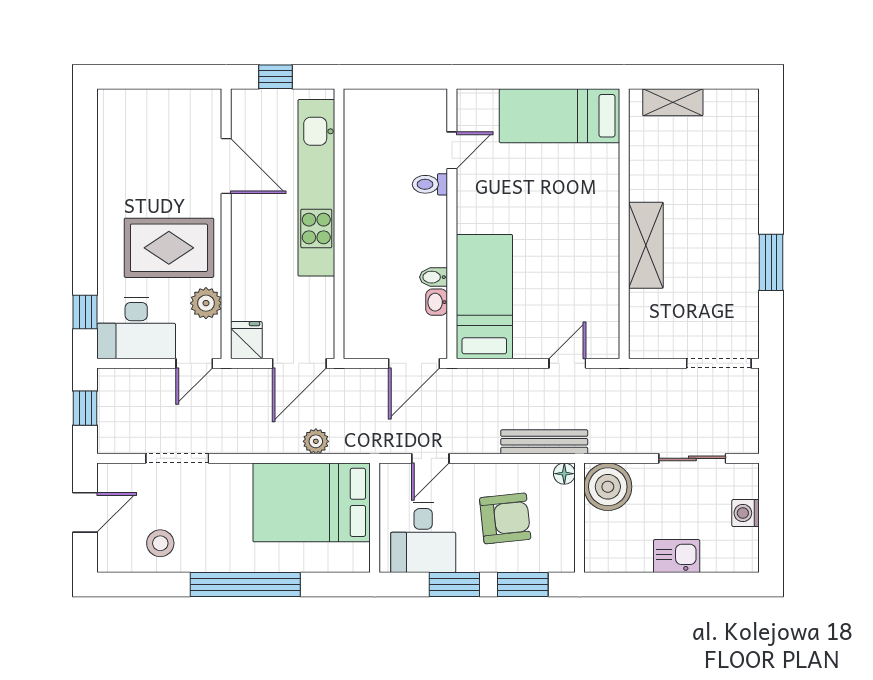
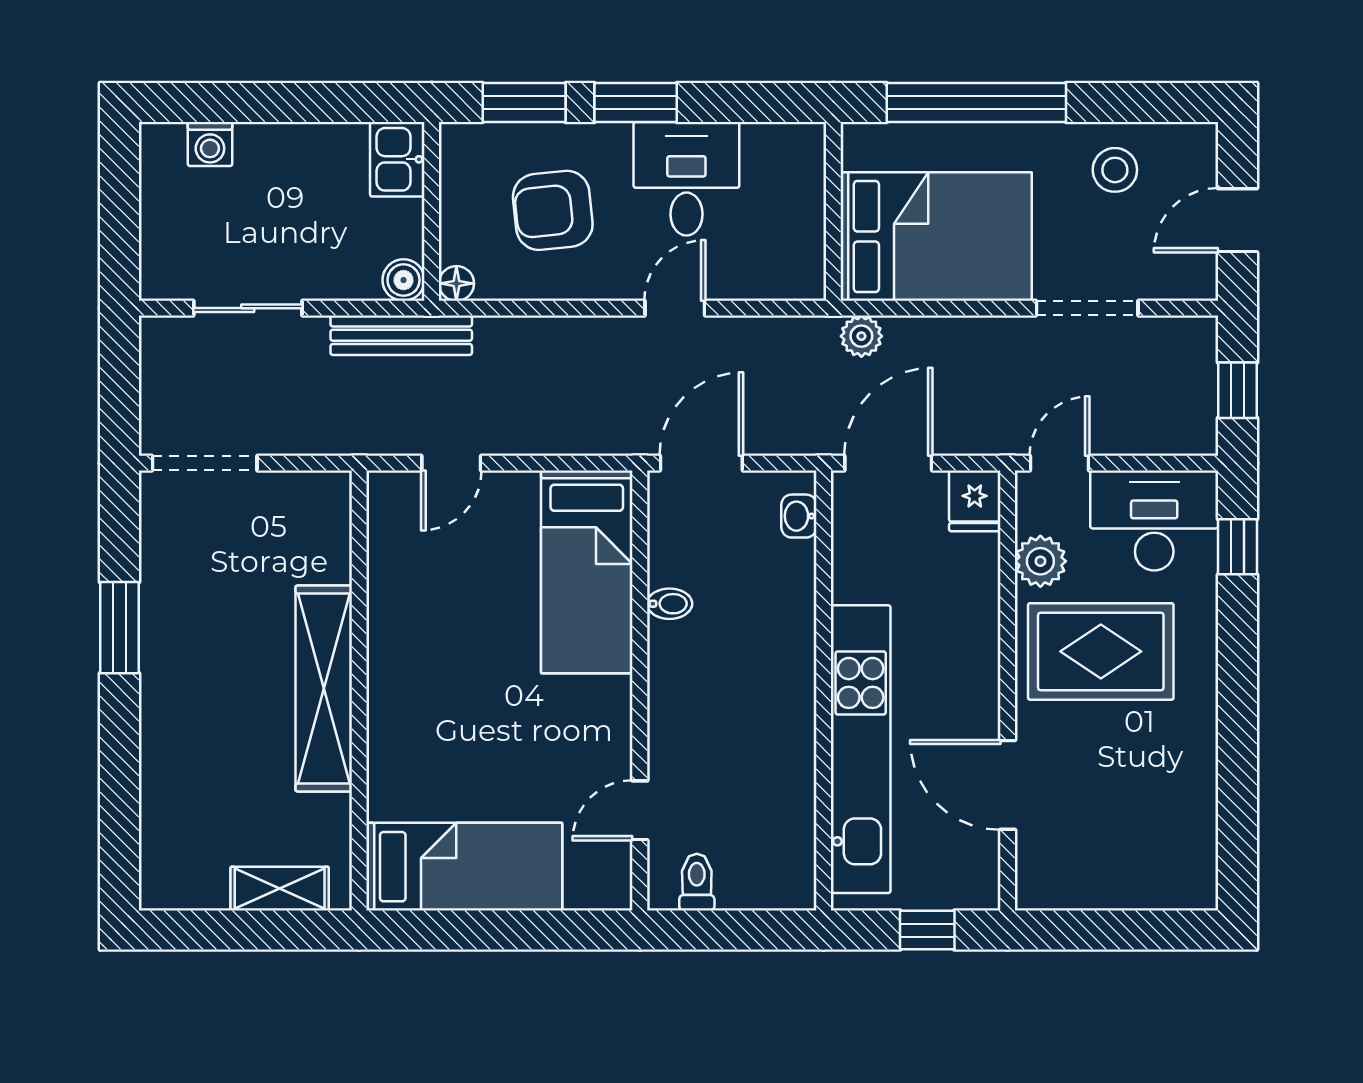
toilet: (430, 184) -> (697, 882), moved, turned -90
shelving: (646, 245) -> (324, 688), width x1.47
washbasin: (437, 302) -> (799, 516), moved, turned 180
bench: (544, 442) -> (401, 335), moved
boiler: (608, 487) -> (404, 280), width x0.54, depth x0.54
bed: (312, 502) -> (936, 237), moved
washing machine: (746, 513) -> (210, 144), moved, turned 90
wall: (375, 518) -> (833, 211), moved
kitchen sink: (677, 556) -> (397, 159), moved, turned 90

